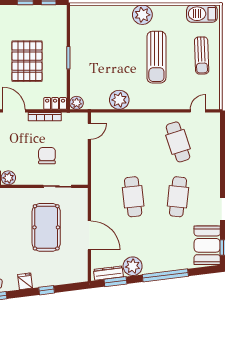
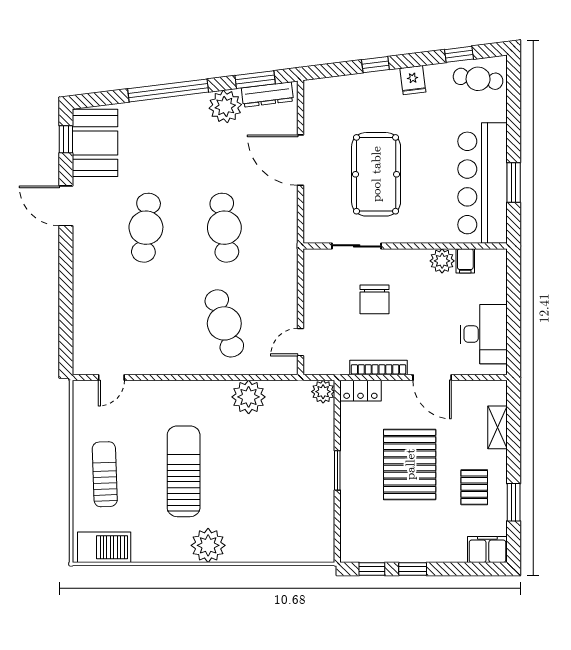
cafe table: (178, 142) -> (224, 323), moved

